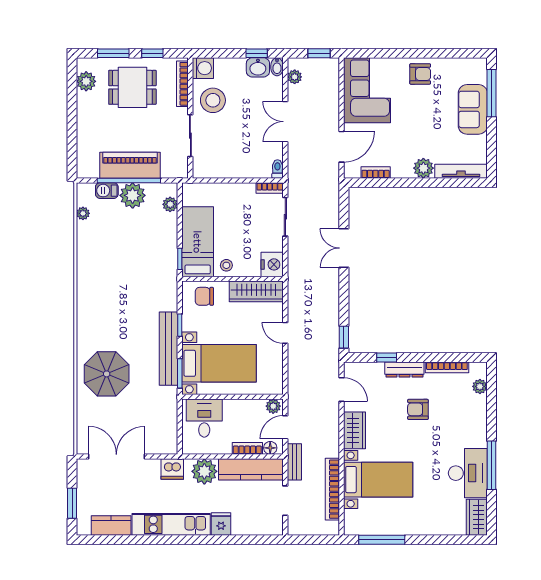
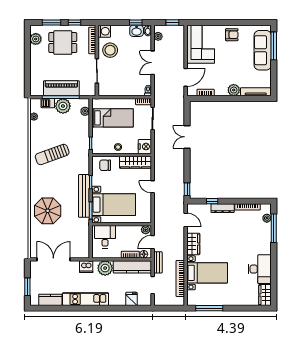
sofa: (473, 109) -> (263, 50), width x1.36
bed: (198, 242) -> (112, 118), moved, turned 90
sun lounger: (114, 278) -> (52, 154), added
armchair: (418, 409) -> (231, 232), removed
window: (492, 465) -> (274, 228), moved
fridge: (221, 524) -> (131, 299), moved

